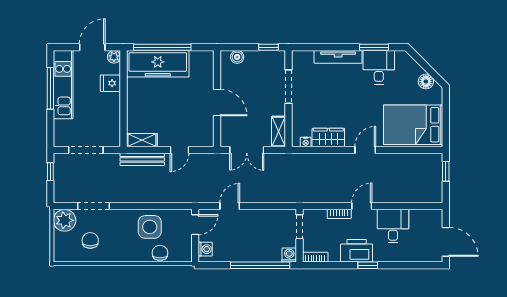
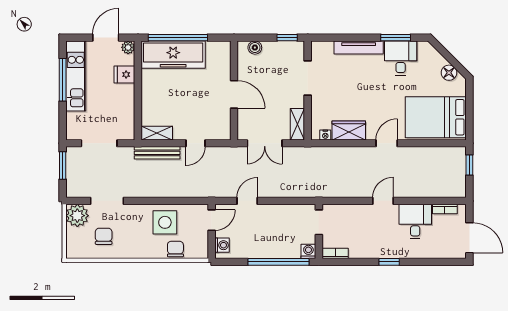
window: (50, 172) -> (63, 165), width x1.50
bookcase: (339, 214) -> (445, 209), moved
printer: (357, 251) -> (378, 247), removed

